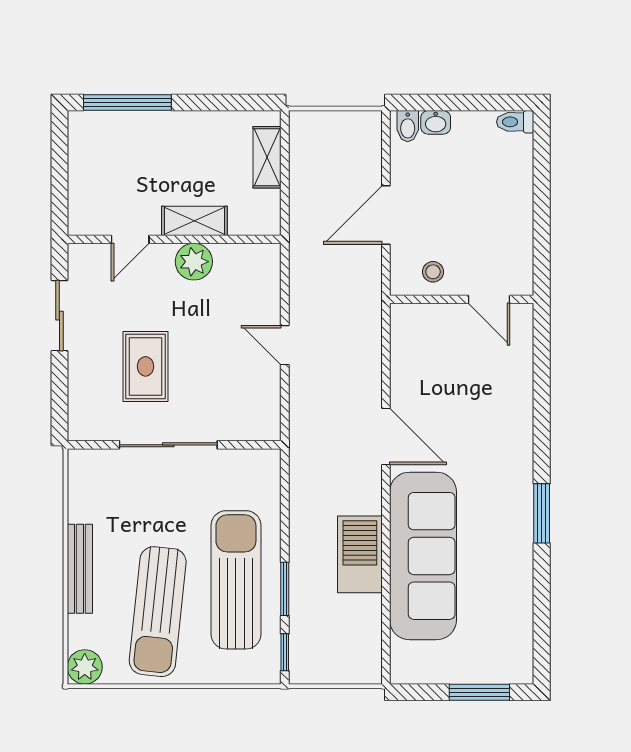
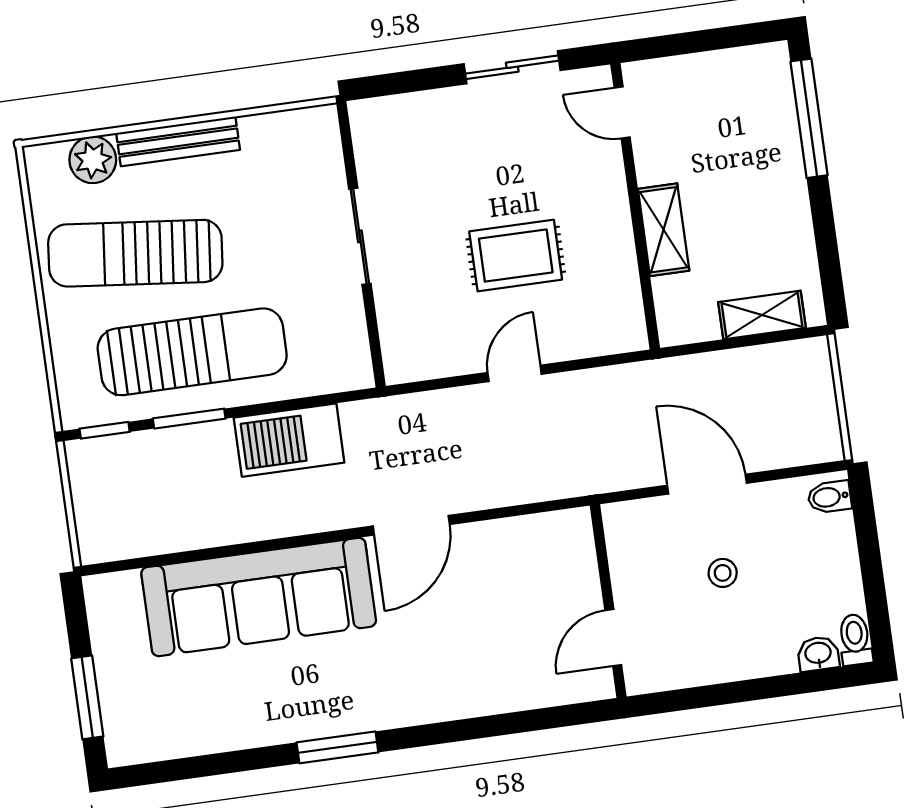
washbasin: (436, 122) -> (818, 654), moved, turned 90
door: (130, 239) -> (622, 113), moved
plant: (194, 262) -> (609, 237), removed
stool: (433, 272) -> (723, 573), moved
rug: (145, 366) -> (516, 255), moved
sliding door: (168, 445) -> (360, 236), width x0.73
barbecue: (360, 554) -> (289, 440), moved, turned 180
plant: (85, 667) -> (93, 160), moved

